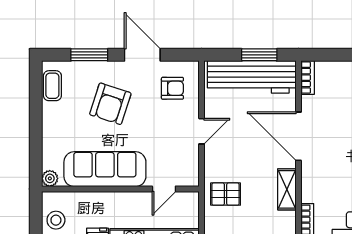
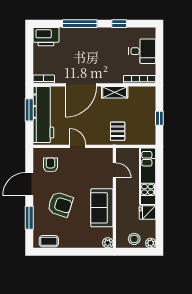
sofa: (105, 169) -> (102, 208), width x0.73

